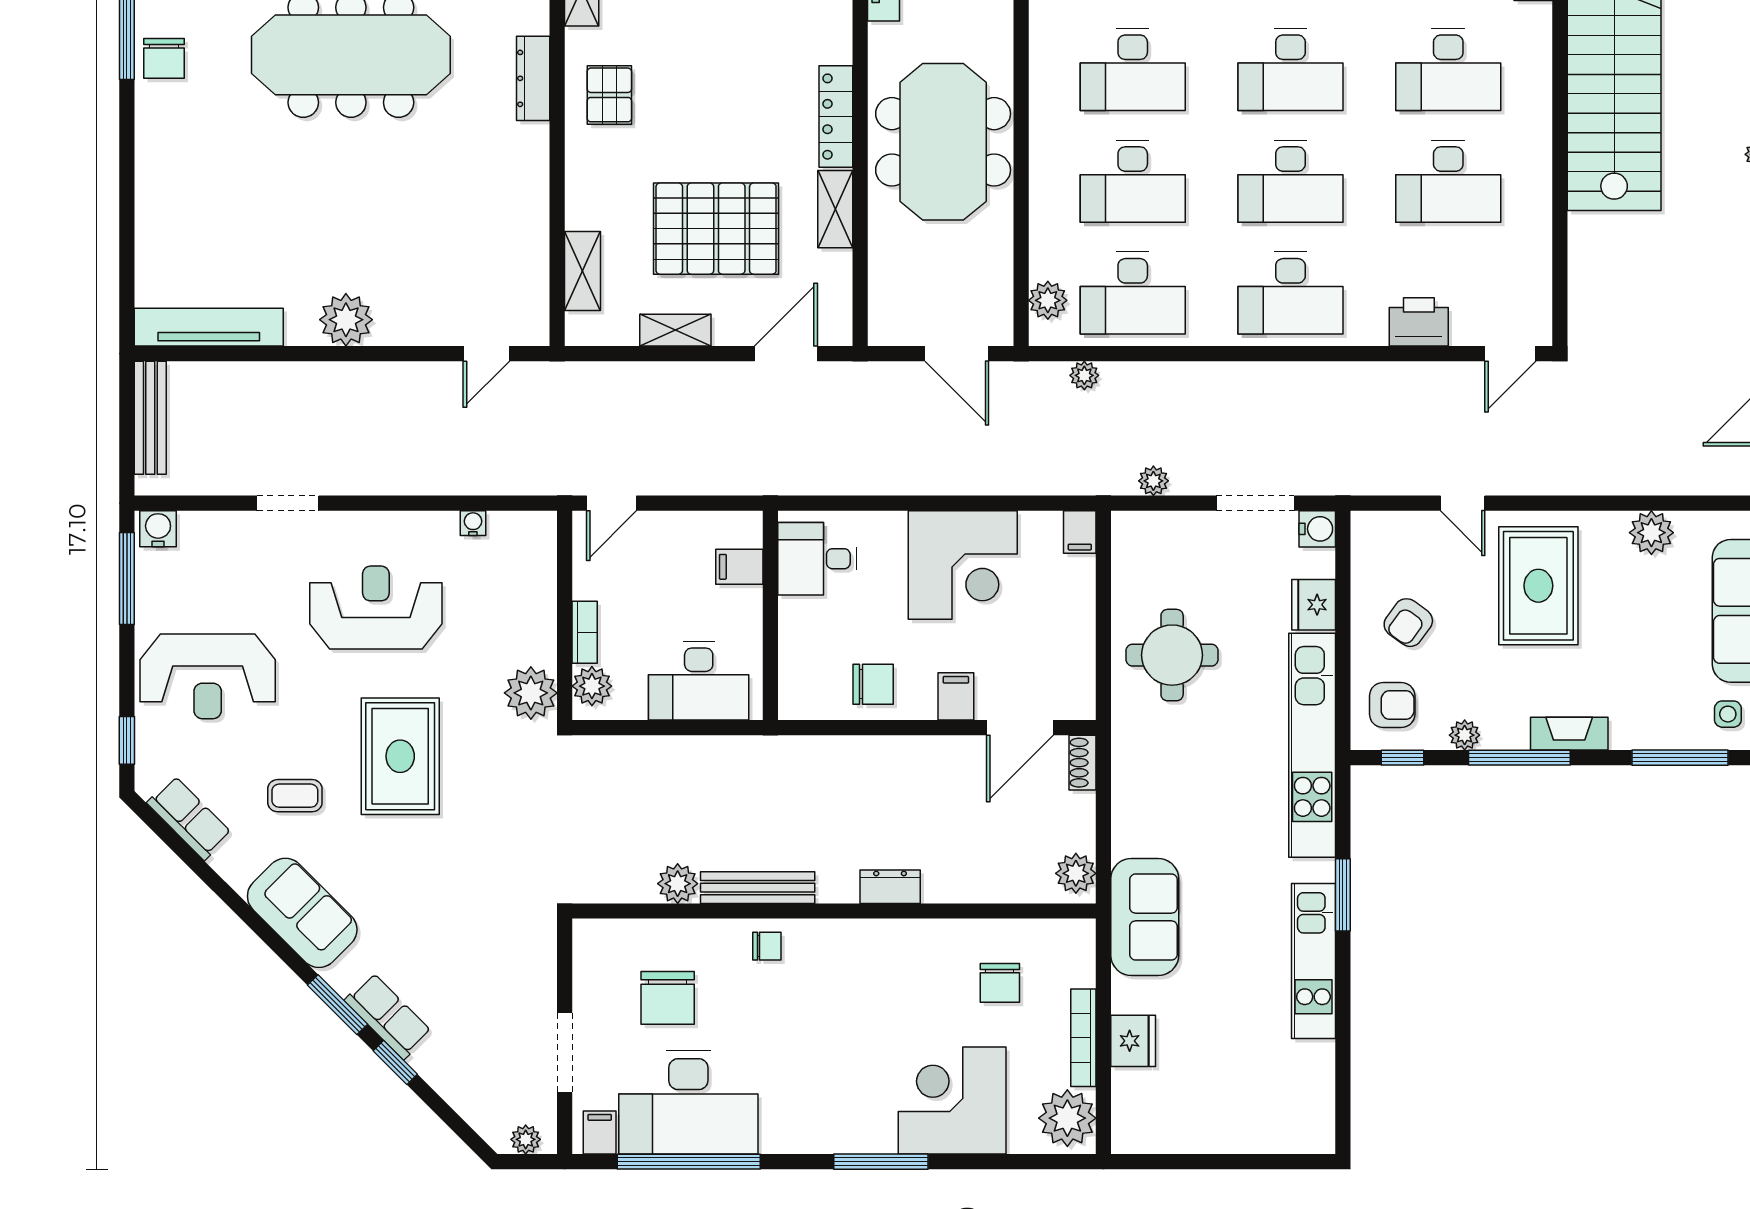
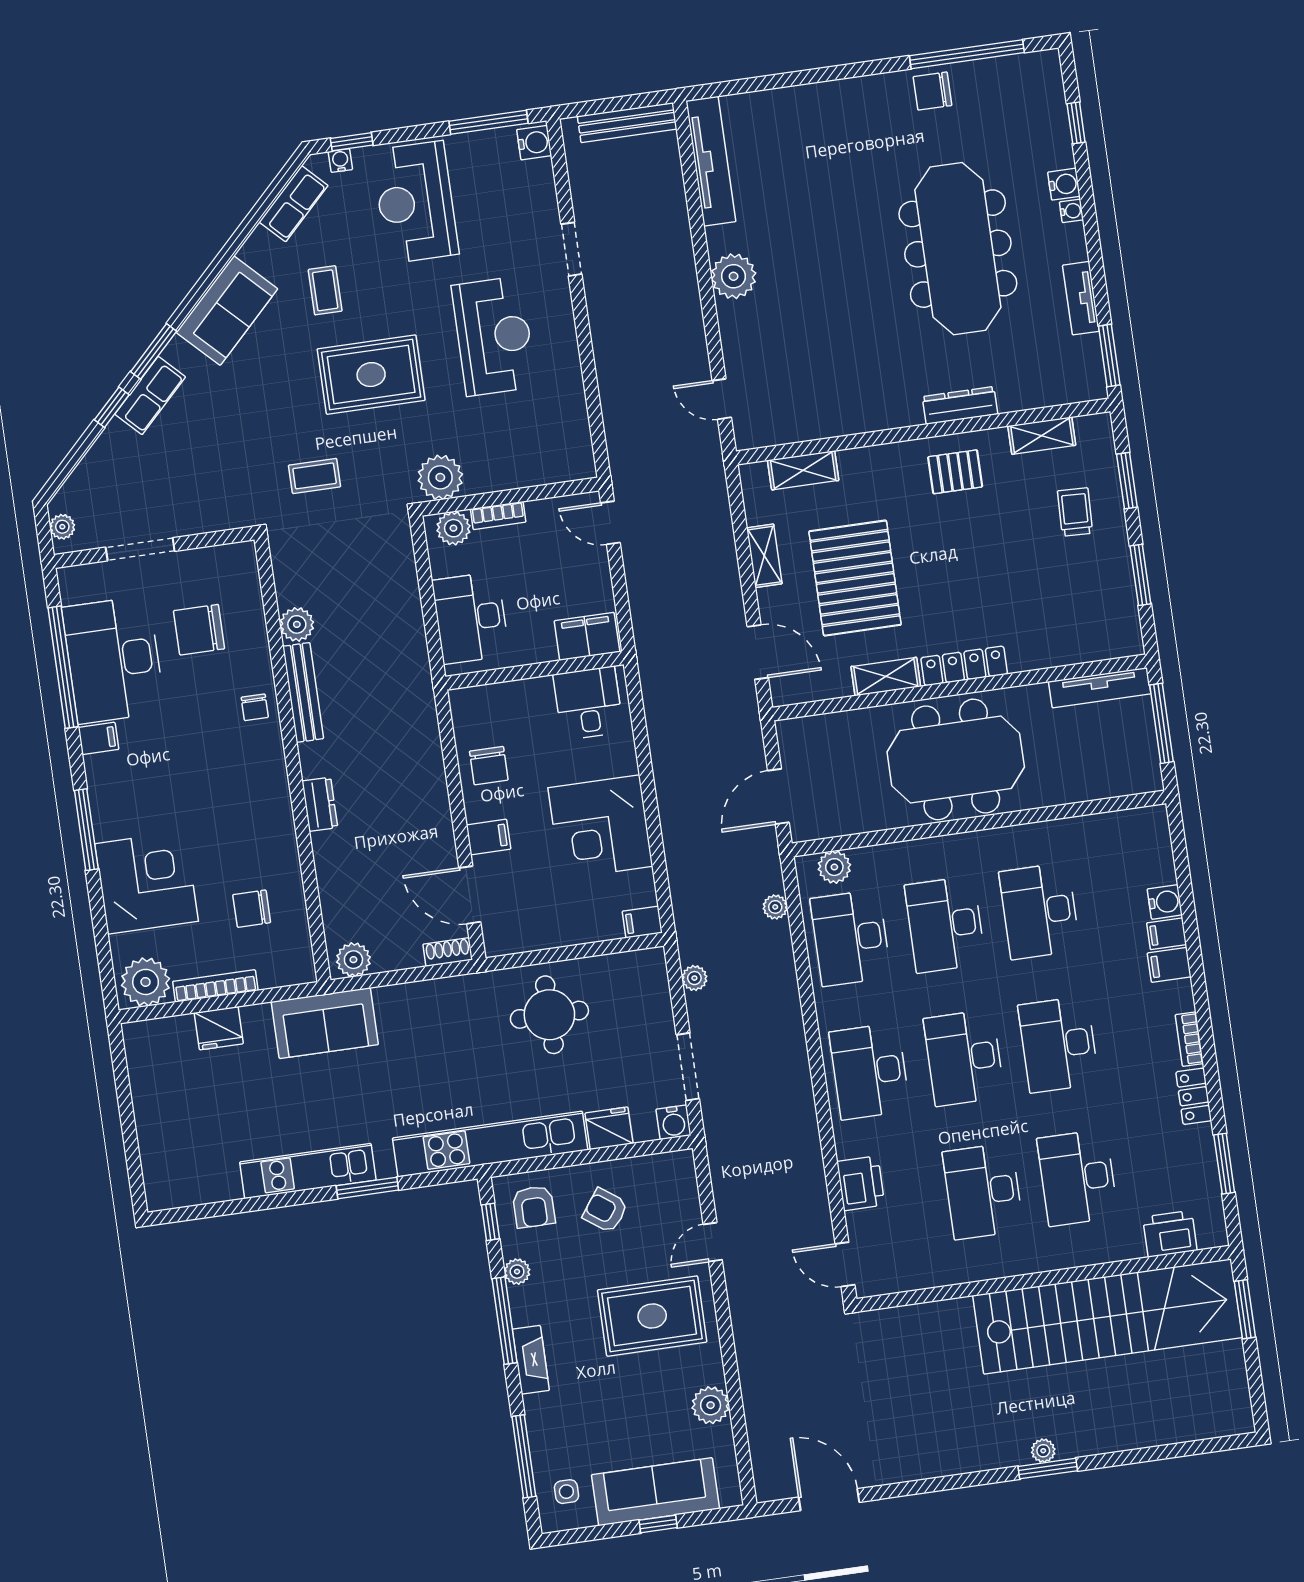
water cooler: (473, 523) -> (340, 161), moved, turned -90
filing cabinet: (739, 567) -> (587, 636), width x2.00
coffee table: (508, 839) -> (315, 476), added
filing cabinet: (600, 1132) -> (98, 738), moved

